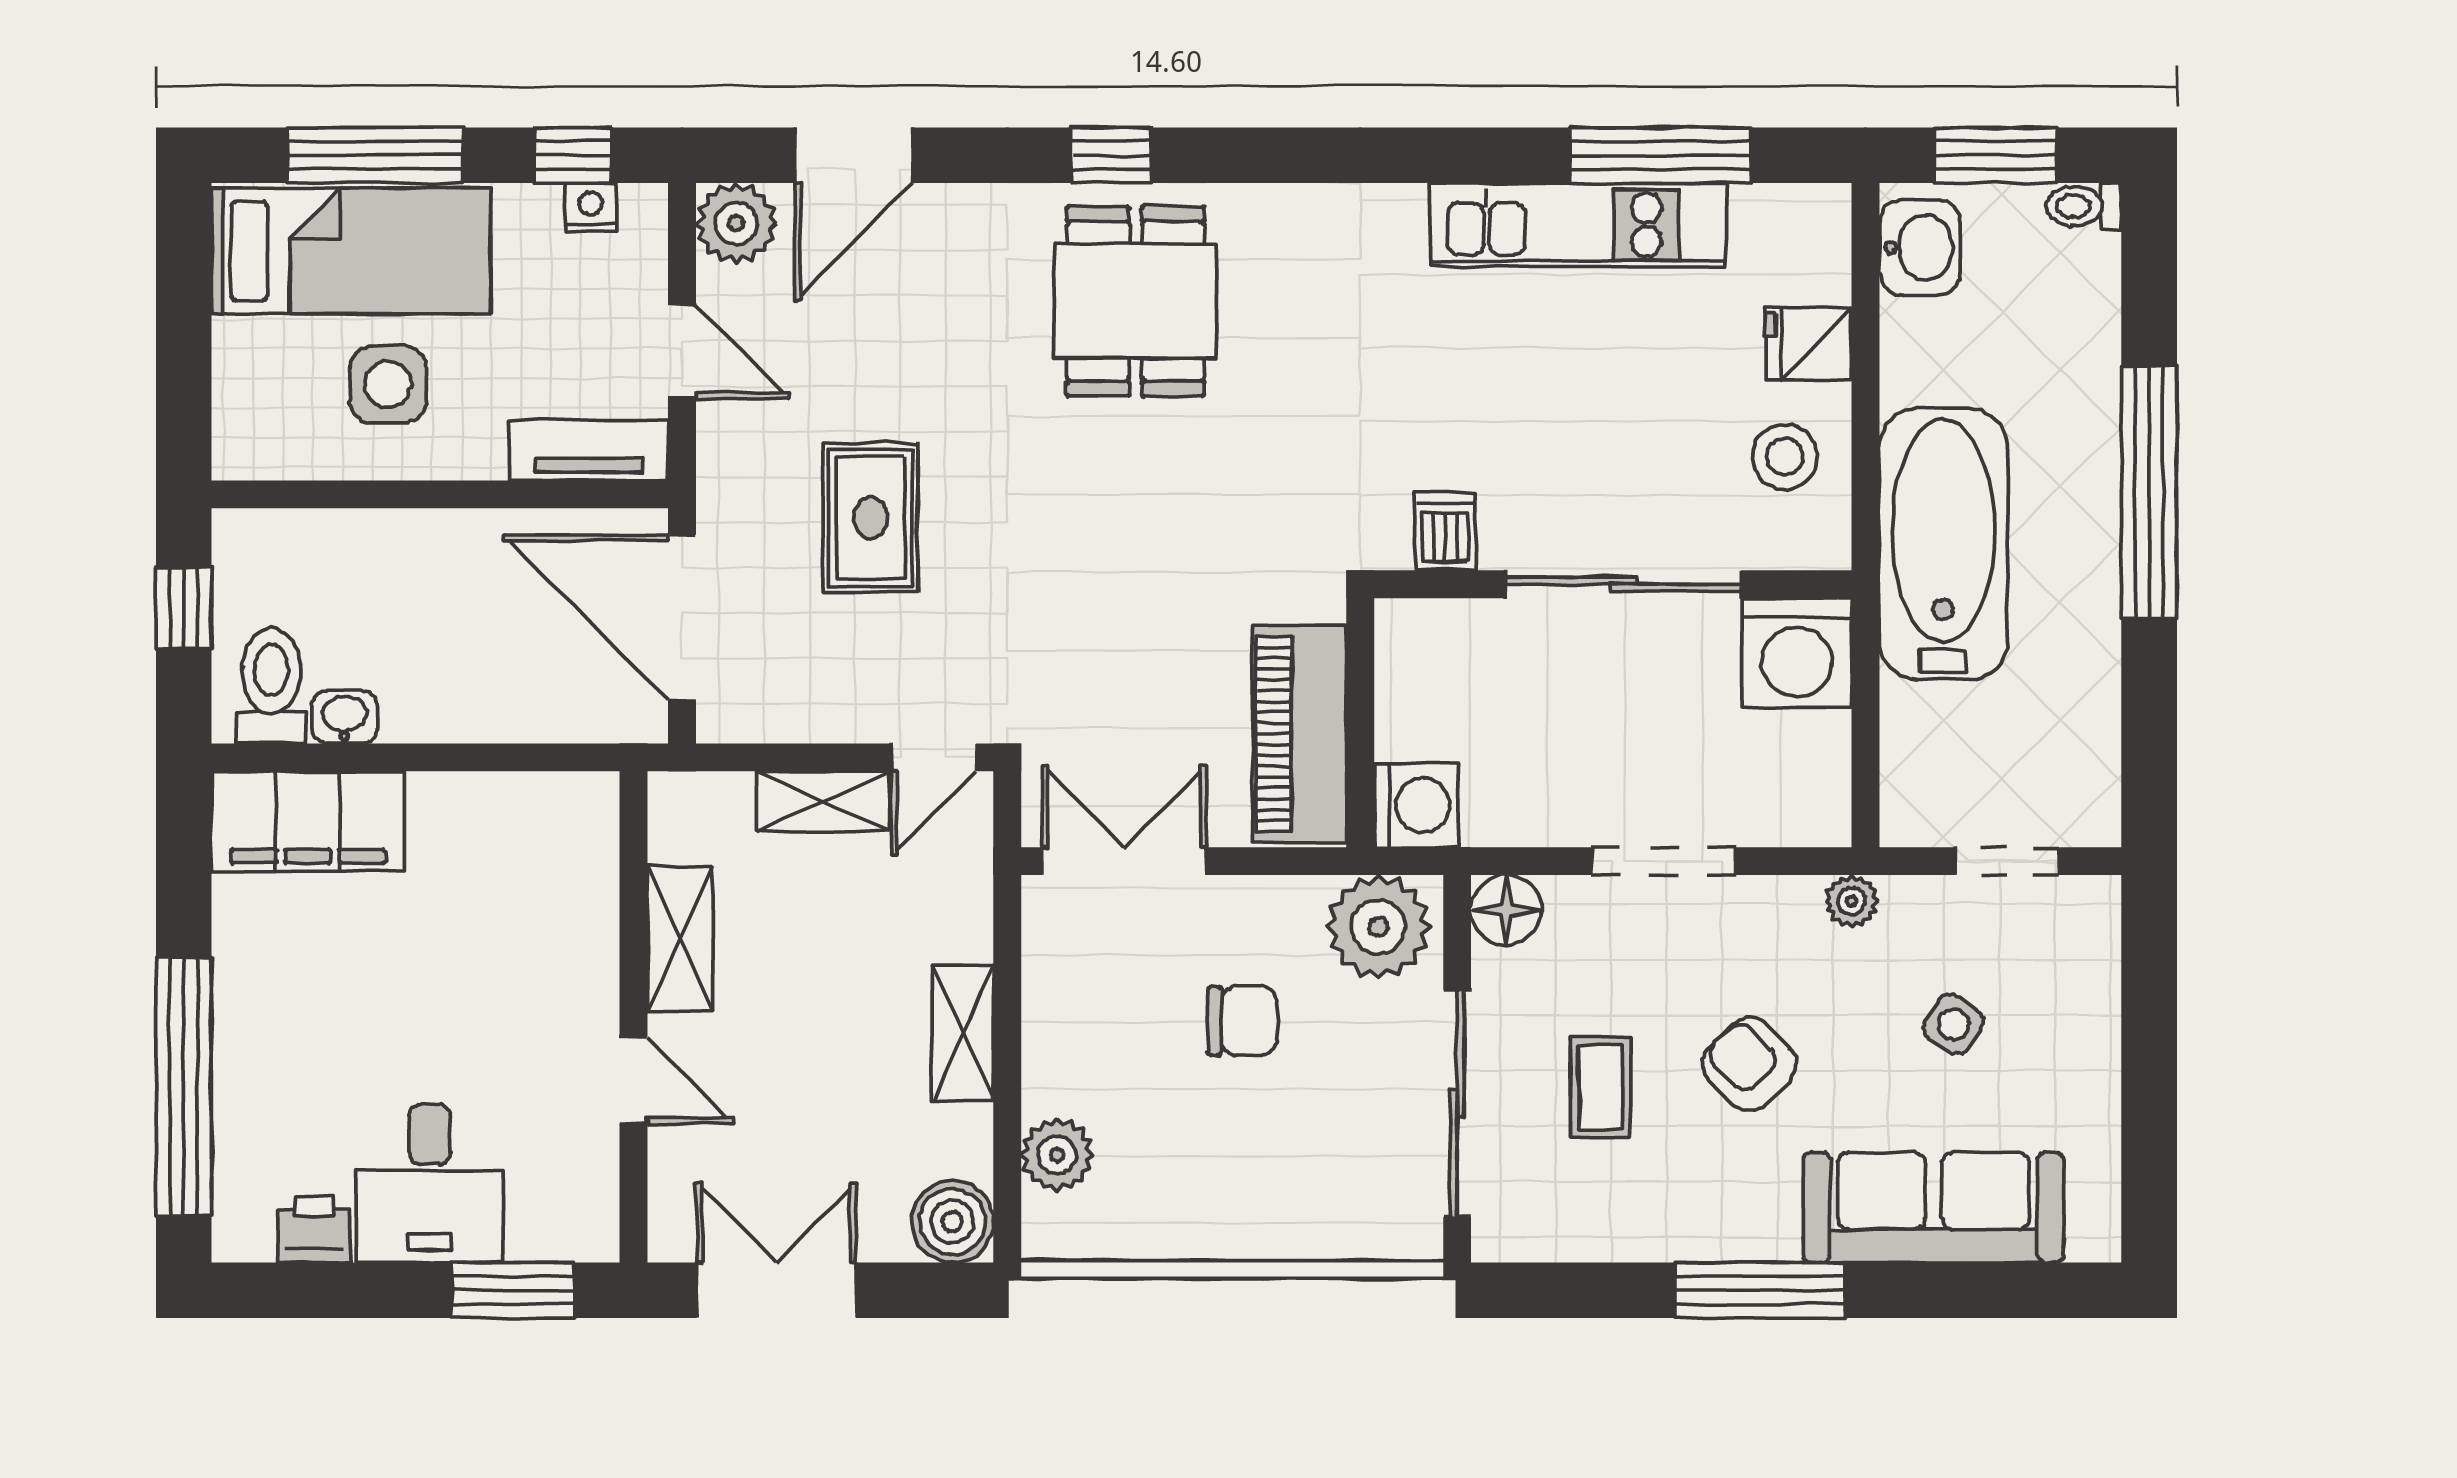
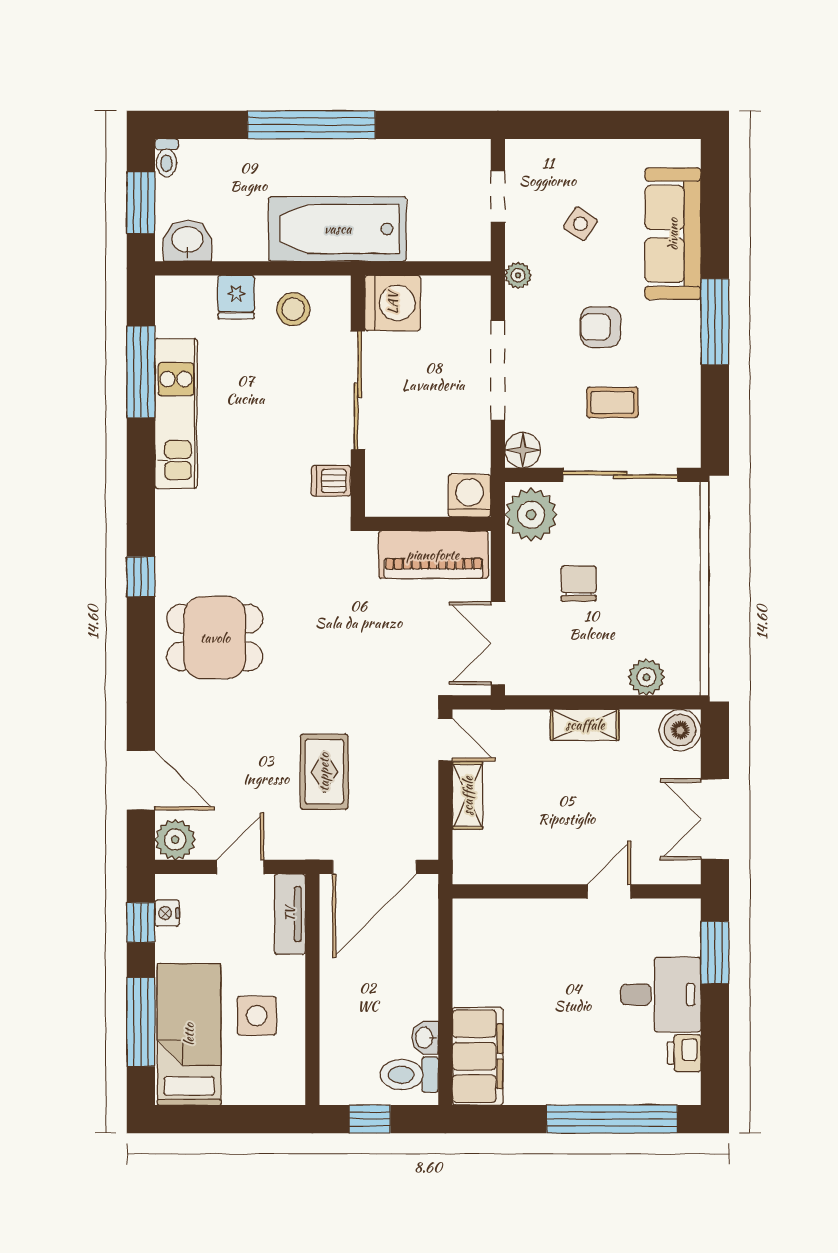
window: (1111, 155) -> (141, 577), moved
rug: (870, 518) -> (324, 772), turned 90
doorway: (1664, 861) -> (498, 370), width x1.36
shelving: (680, 938) -> (537, 868), removed
armchair: (1749, 1064) -> (601, 327), turned 44

